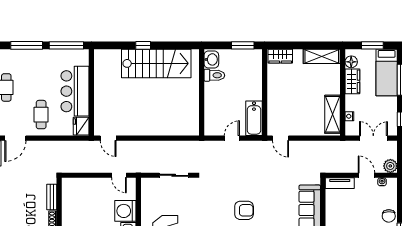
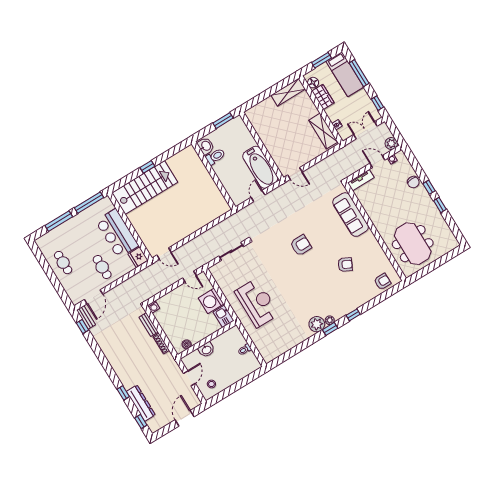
wardrobe: (280, 56) -> (257, 111), removed
stairs: (156, 63) -> (145, 187), moved
bathtub: (254, 118) -> (260, 167), width x1.36, depth x1.36
washing machine: (67, 183) -> (154, 307), added

